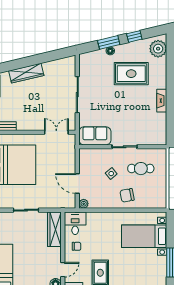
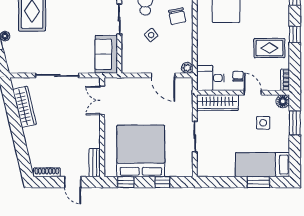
wardrobe: (26, 73) -> (24, 107), moved
door: (77, 184) -> (163, 75), hinge flipped
side table: (38, 267) -> (263, 123), added
door: (63, 270) -> (253, 93), moved

